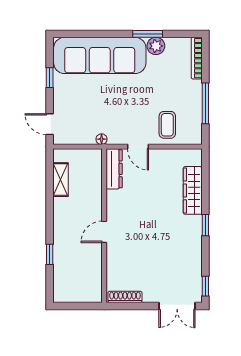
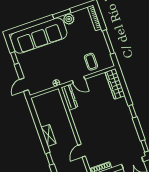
door: (50, 124) -> (24, 85), hinge flipped
shelving: (61, 180) -> (48, 135), moved
wardrobe: (193, 190) -> (115, 84), moved
door: (104, 232) -> (82, 151), moved

